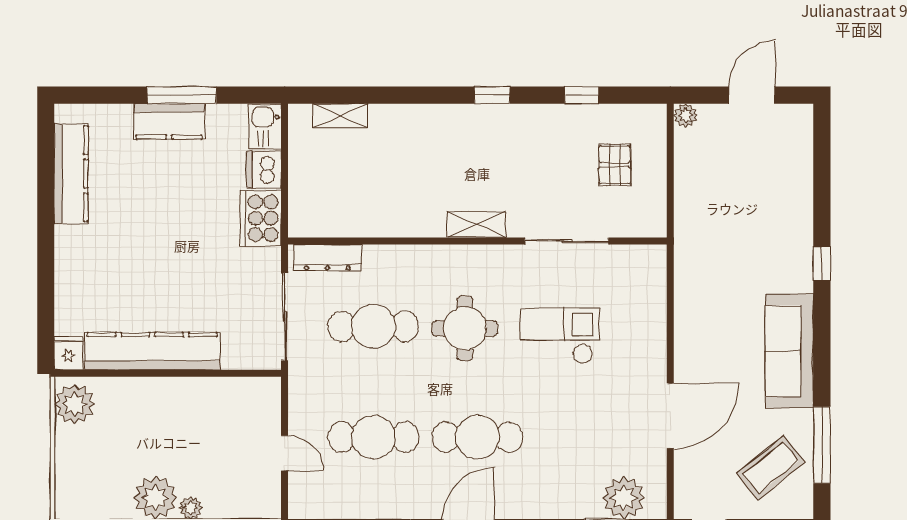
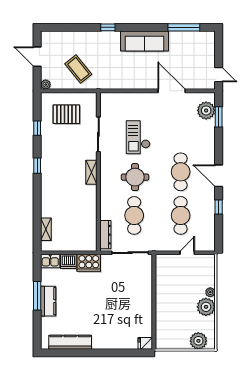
pallet: (615, 165) -> (66, 114), width x1.50, depth x1.42
kitchen counter: (152, 351) -> (145, 308), removed
plant: (75, 404) -> (198, 341), moved
coffee table: (771, 468) -> (78, 69), moved

